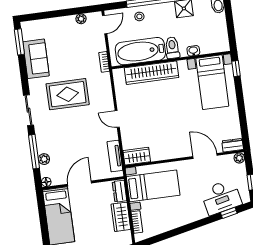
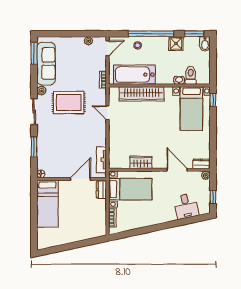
toilet: (172, 48) -> (191, 75), moved
sofa: (36, 59) -> (46, 64), width x1.36
door: (117, 119) -> (108, 113), moved
window: (34, 152) -> (34, 147), width x0.69
wardrobe: (137, 156) -> (141, 162), moved
plant: (44, 159) -> (42, 91), moved
door: (80, 184) -> (80, 179), moved
desk: (221, 197) -> (186, 206), width x0.73
window: (229, 213) -> (191, 220), removed
wardrobe: (121, 217) -> (100, 211), removed

